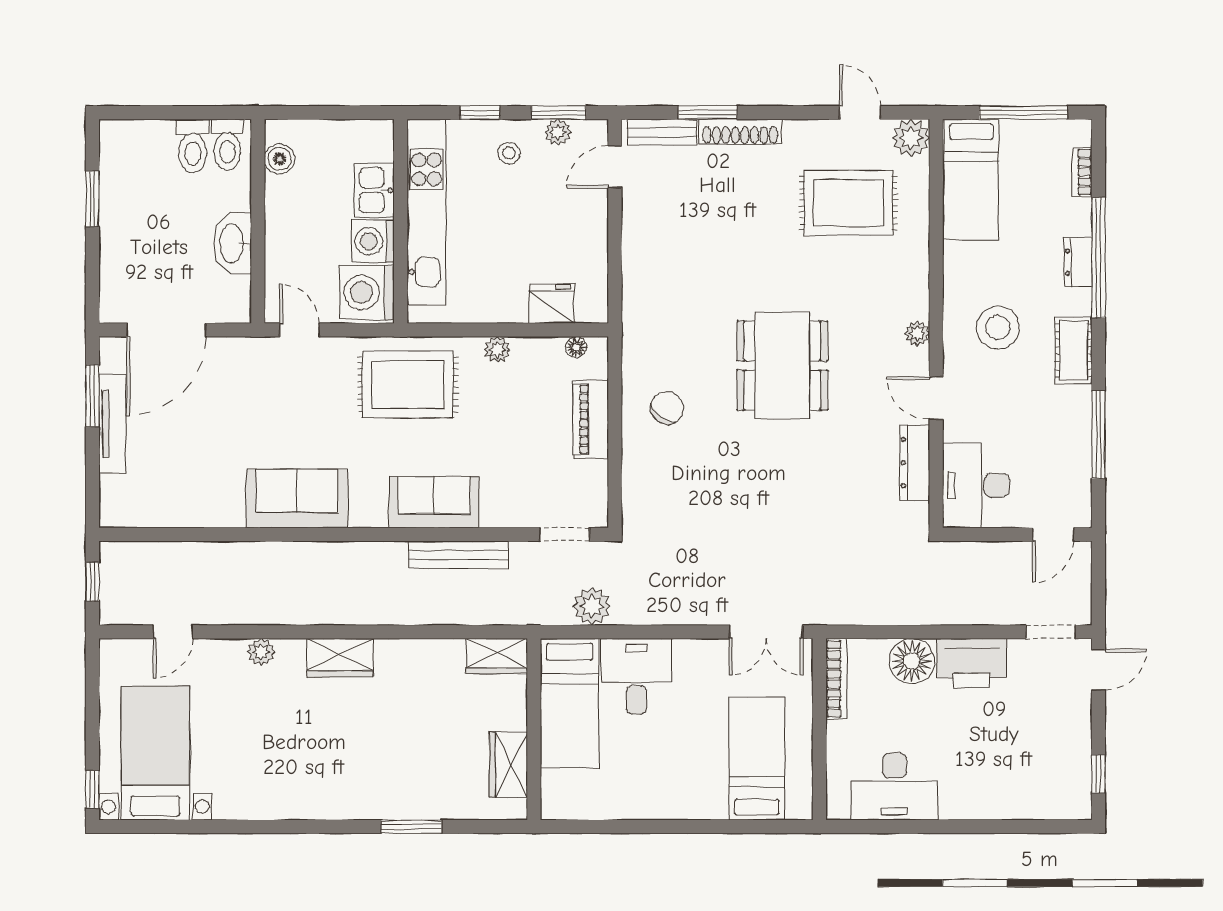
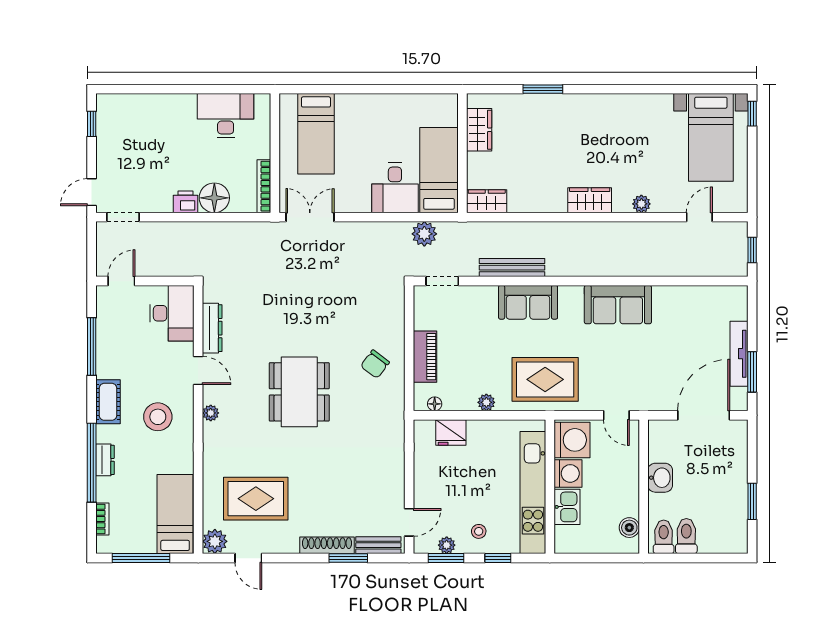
washbasin: (233, 243) -> (660, 478), width x0.72
printer: (972, 663) -> (186, 202), width x0.53, depth x0.68

